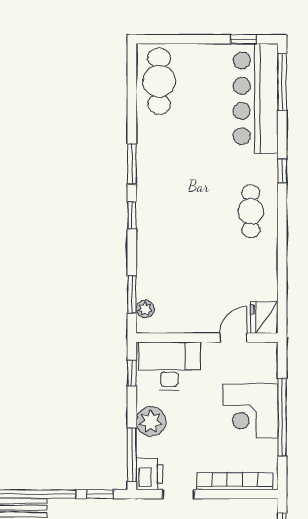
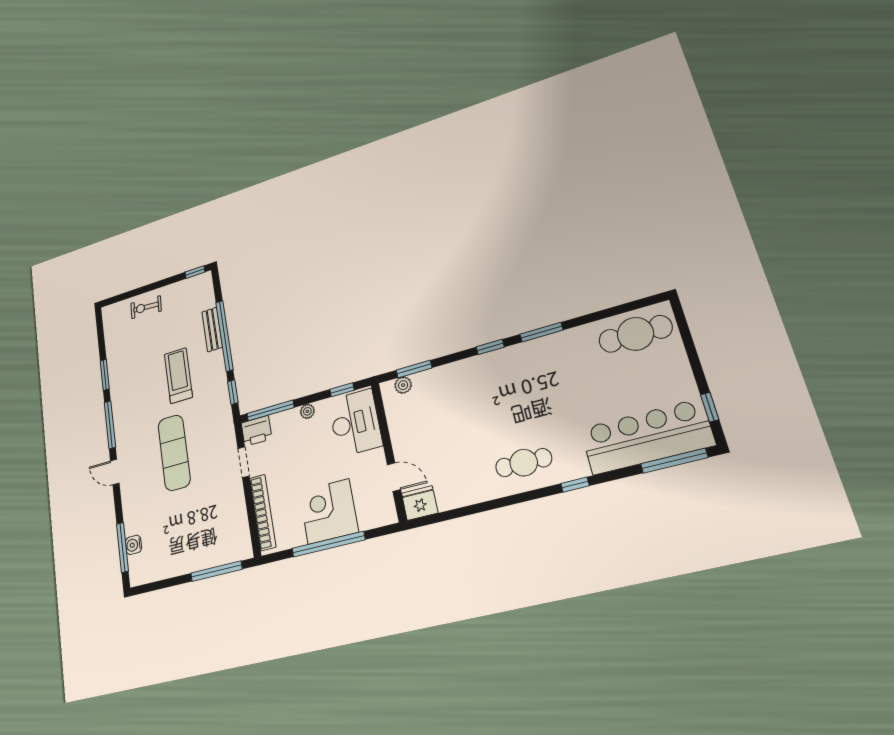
plant: (151, 421) -> (307, 411), width x0.53, depth x0.53

